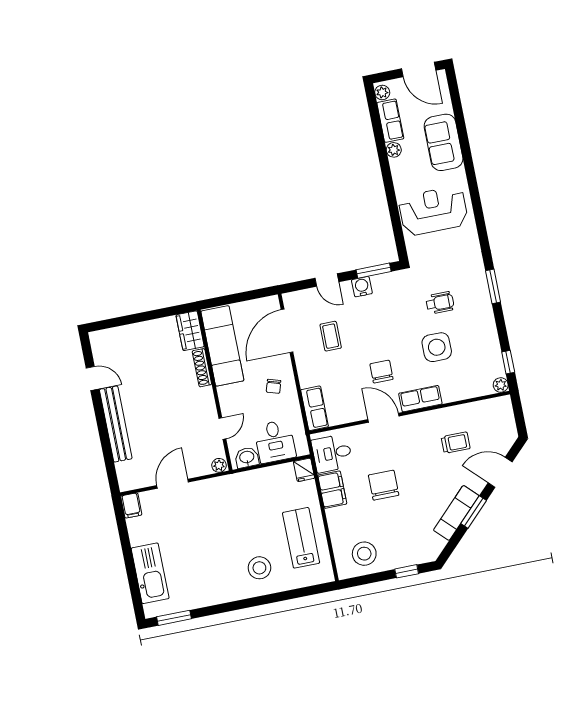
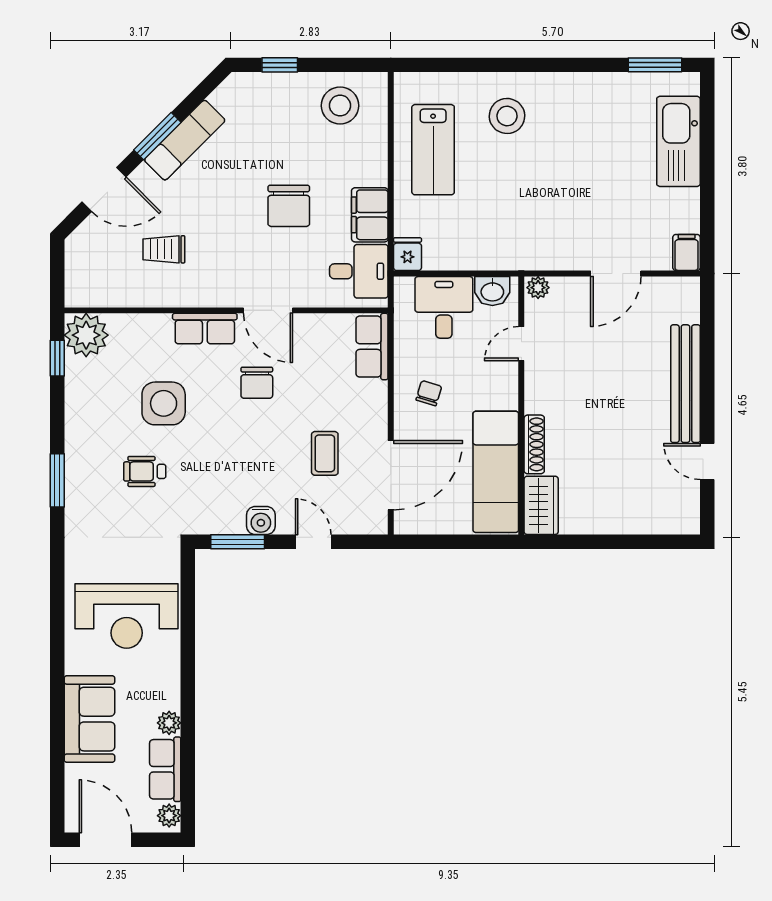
plant: (501, 385) -> (86, 335), width x1.87, depth x1.87

